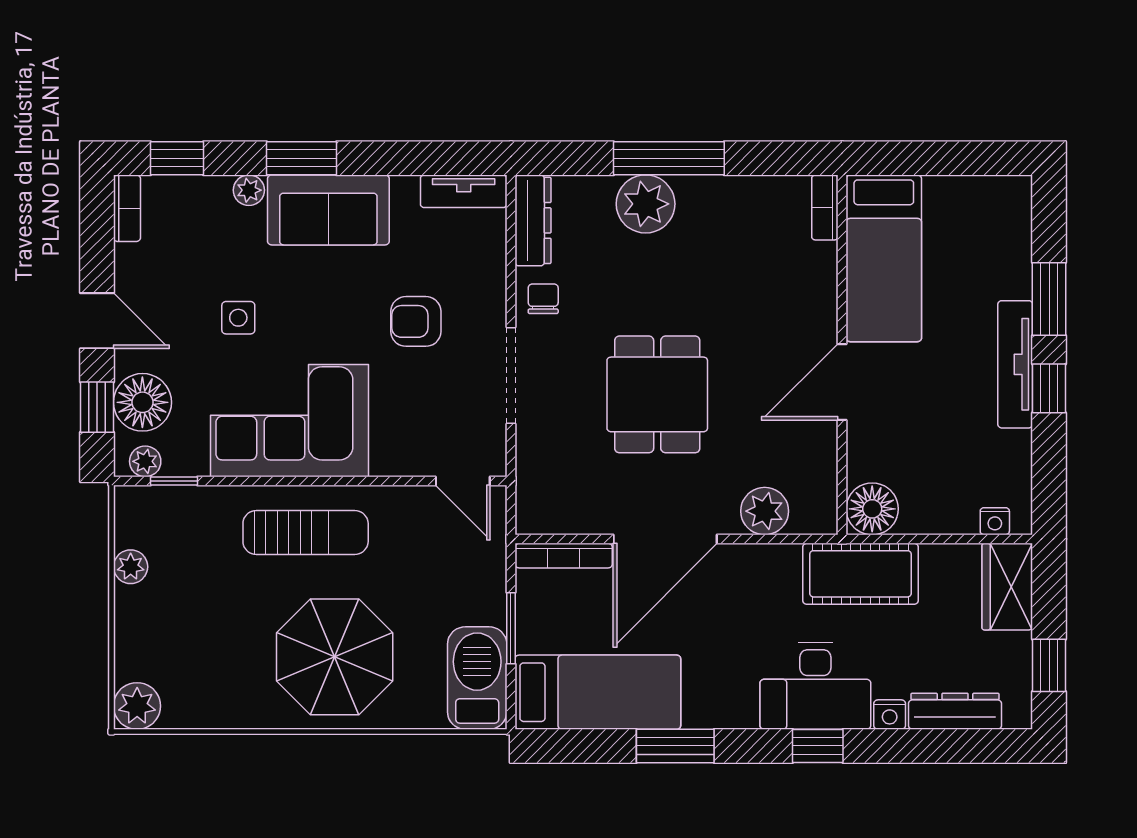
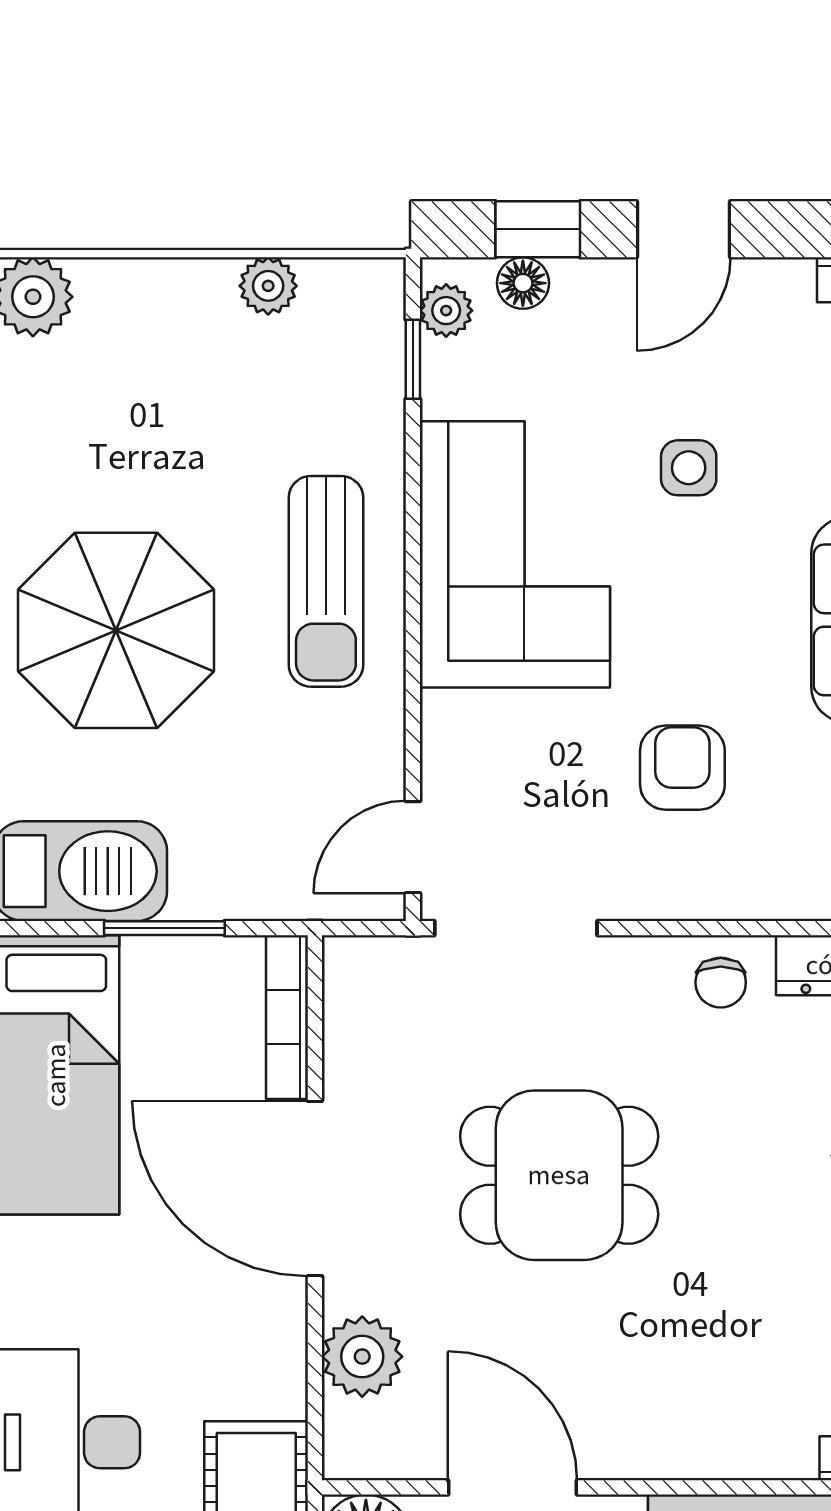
chair: (543, 299) -> (721, 983), turned 90
doorway: (511, 375) -> (516, 928), moved
door: (842, 382) -> (513, 1487), moved
floor lamp: (142, 402) -> (523, 283), width x0.53, depth x0.53

